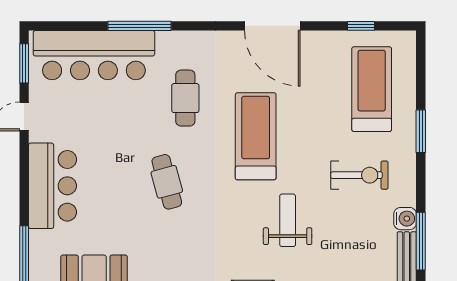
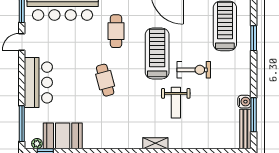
window: (421, 131) -> (254, 38), moved
exercise bike: (359, 175) -> (194, 70), moved
weight bench: (288, 220) -> (176, 103), turned 180

